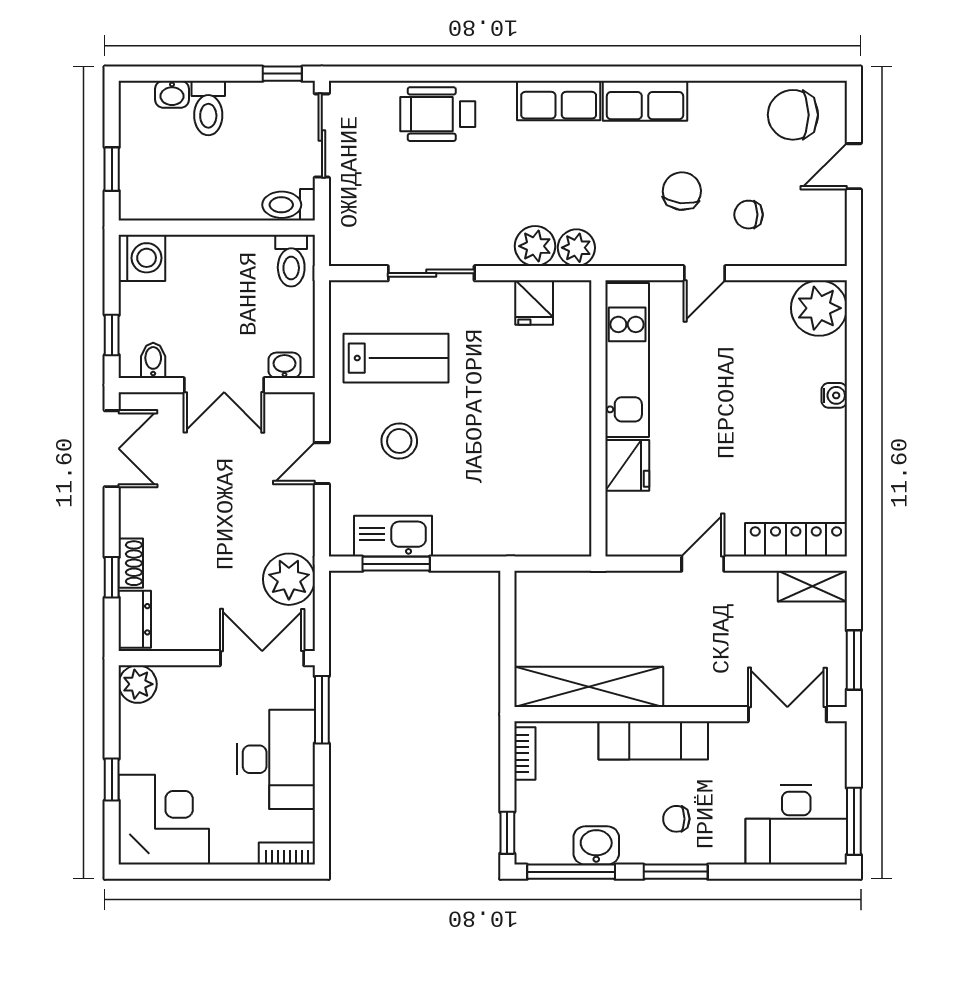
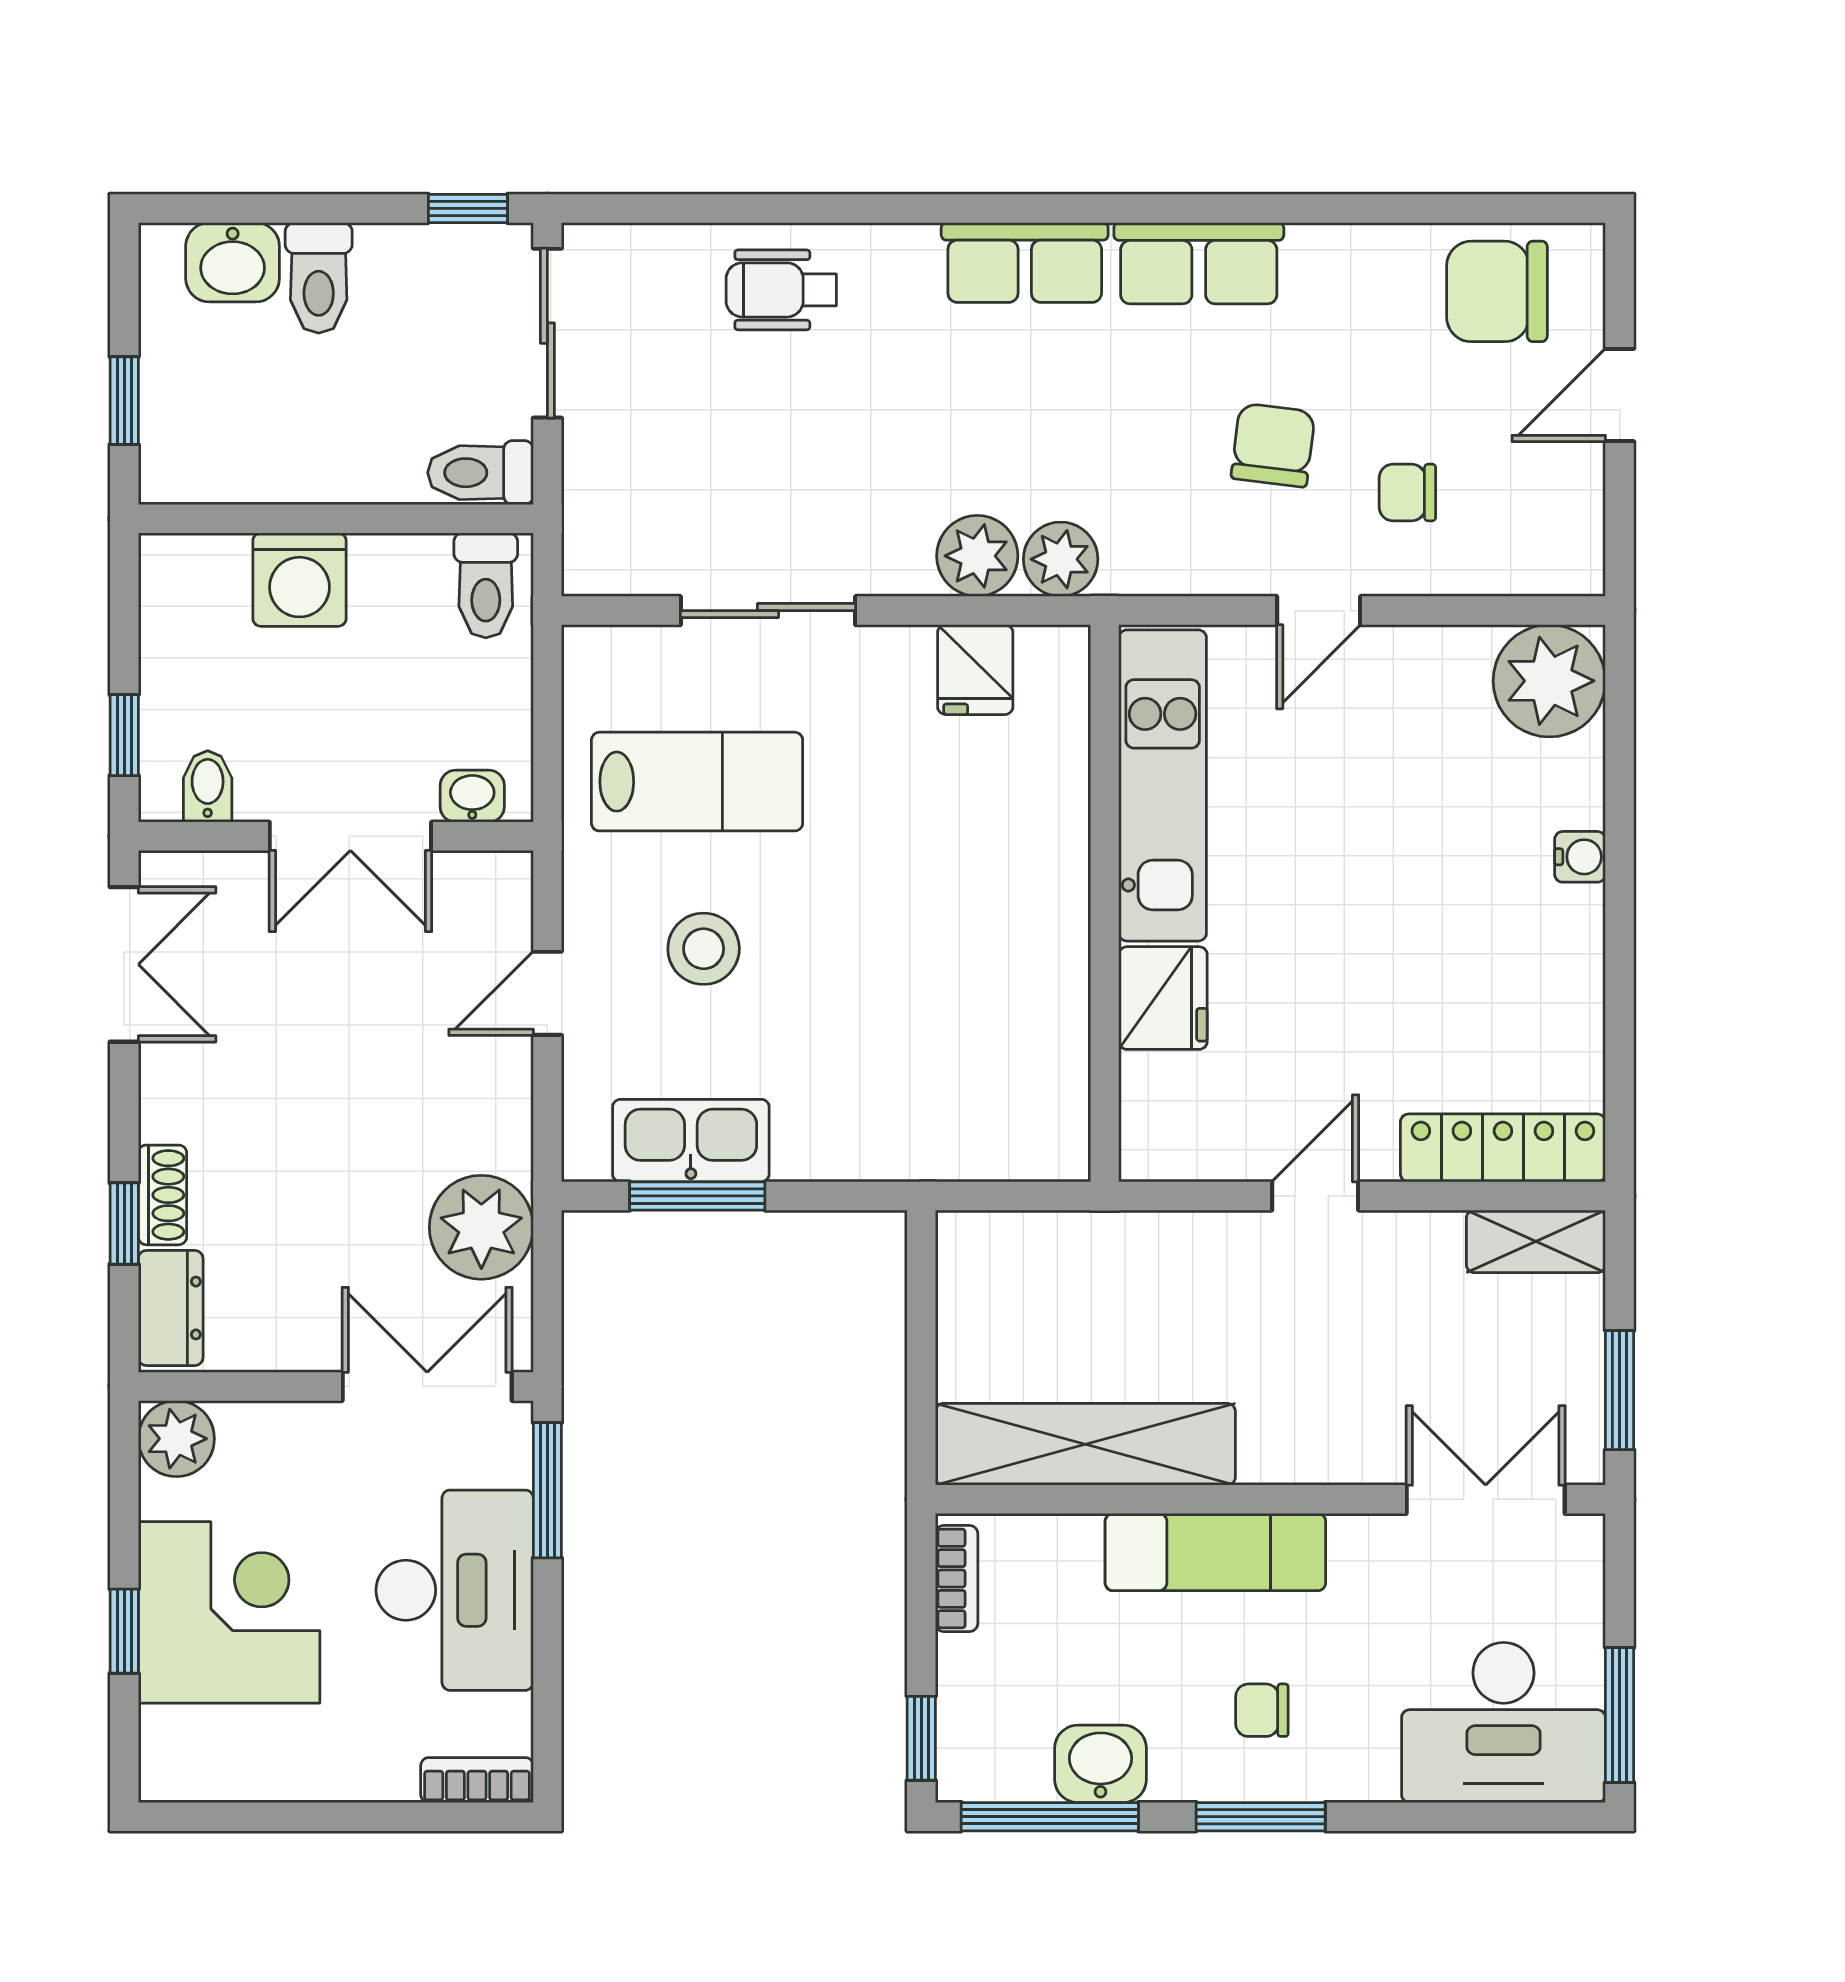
washbasin: (172, 94) -> (233, 262), width x1.38, depth x1.45
wheelchair: (438, 114) -> (781, 290), width x0.73, depth x0.73
washing machine: (142, 258) -> (299, 580), moved, turned 90
corner desk: (164, 820) -> (229, 1612), moved

